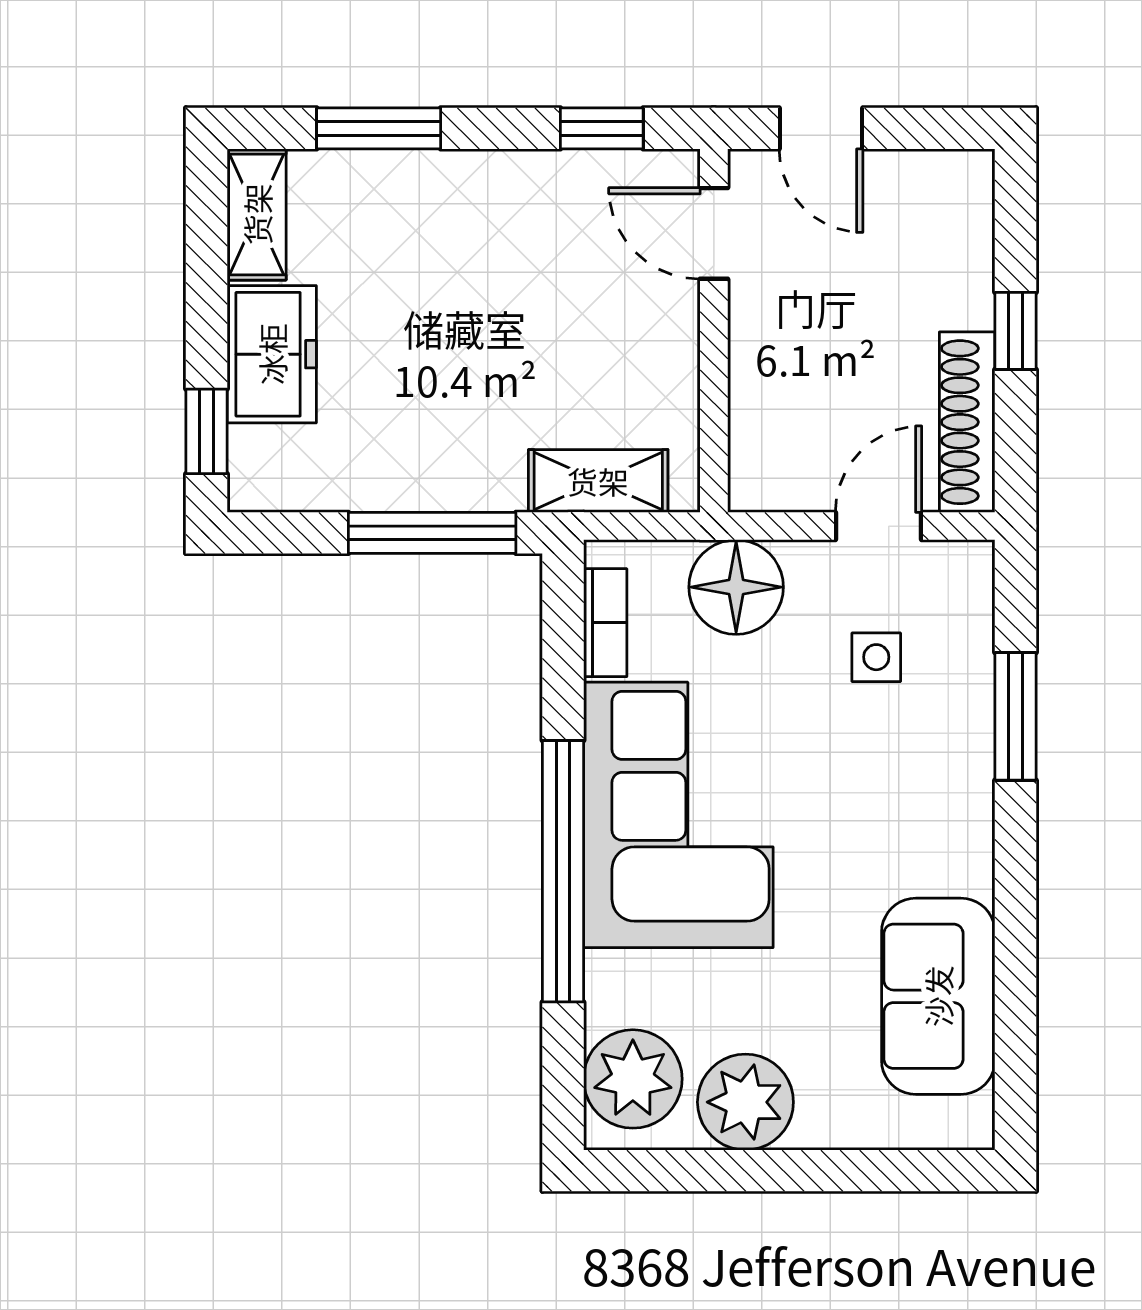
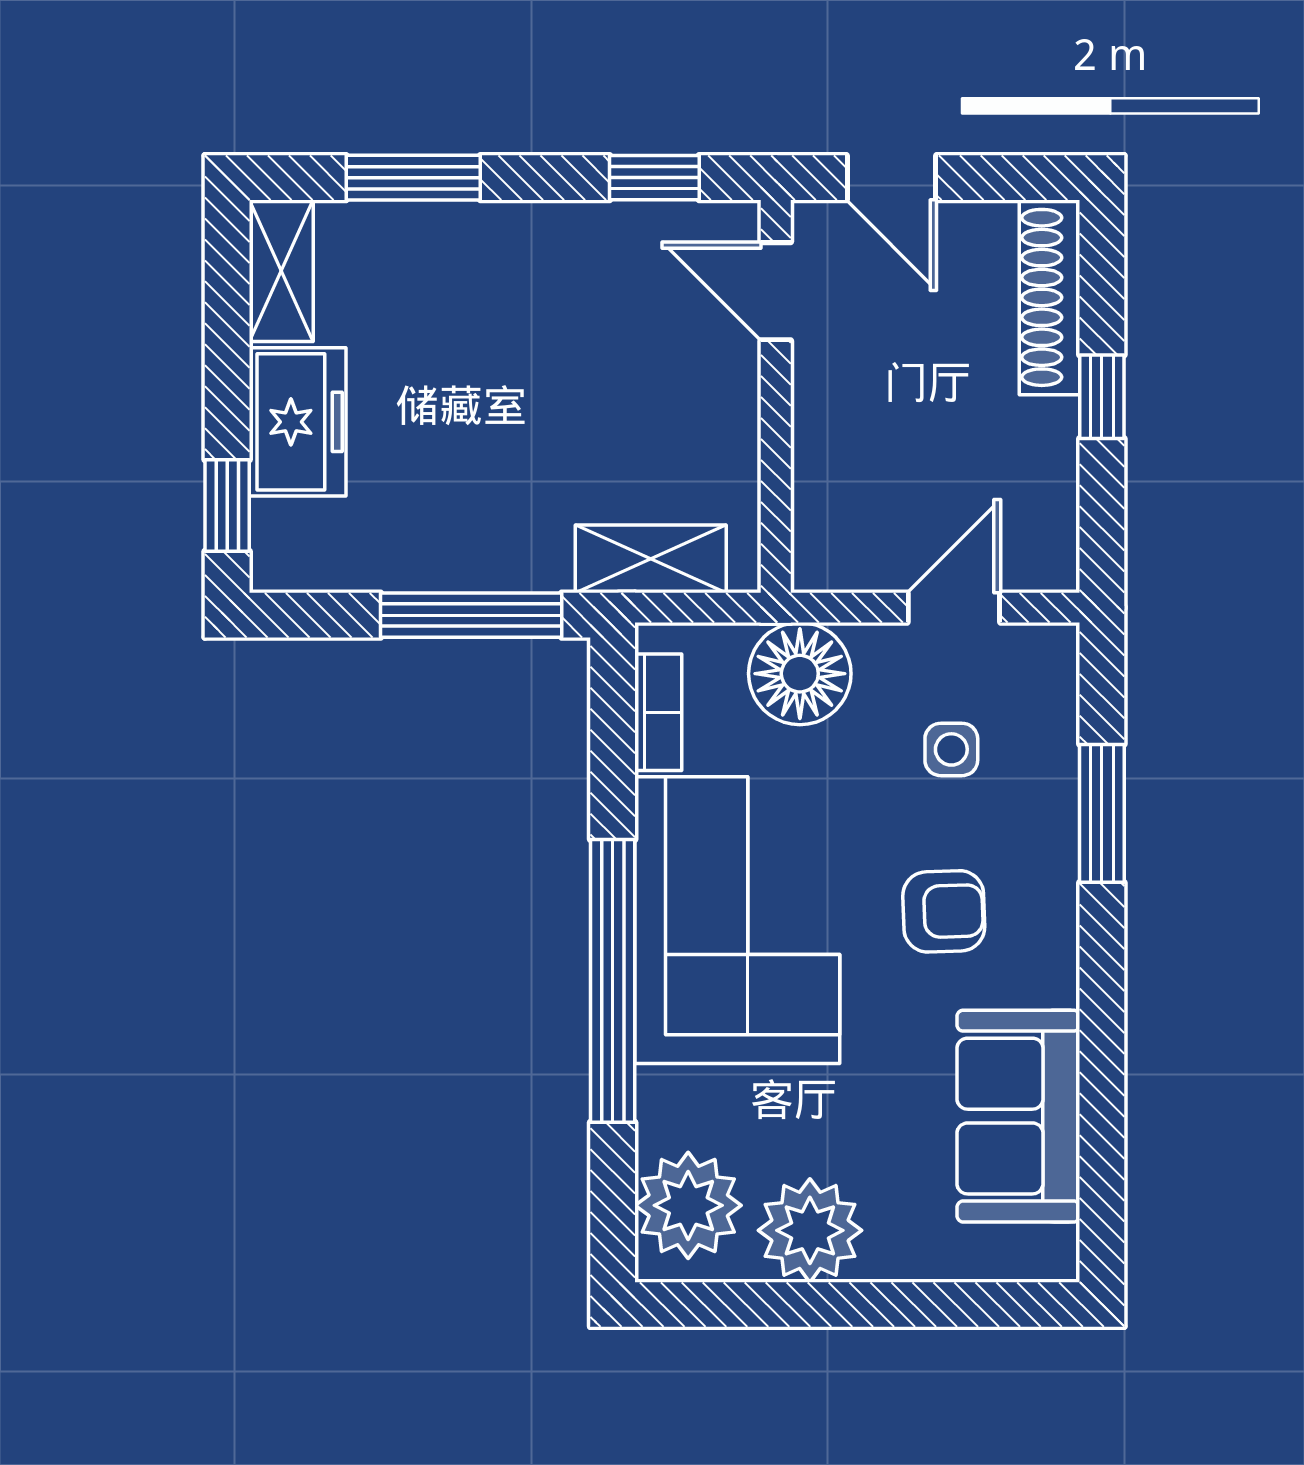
shoe rack: (967, 422) -> (1050, 297), moved
armchair: (869, 807) -> (944, 911), added

